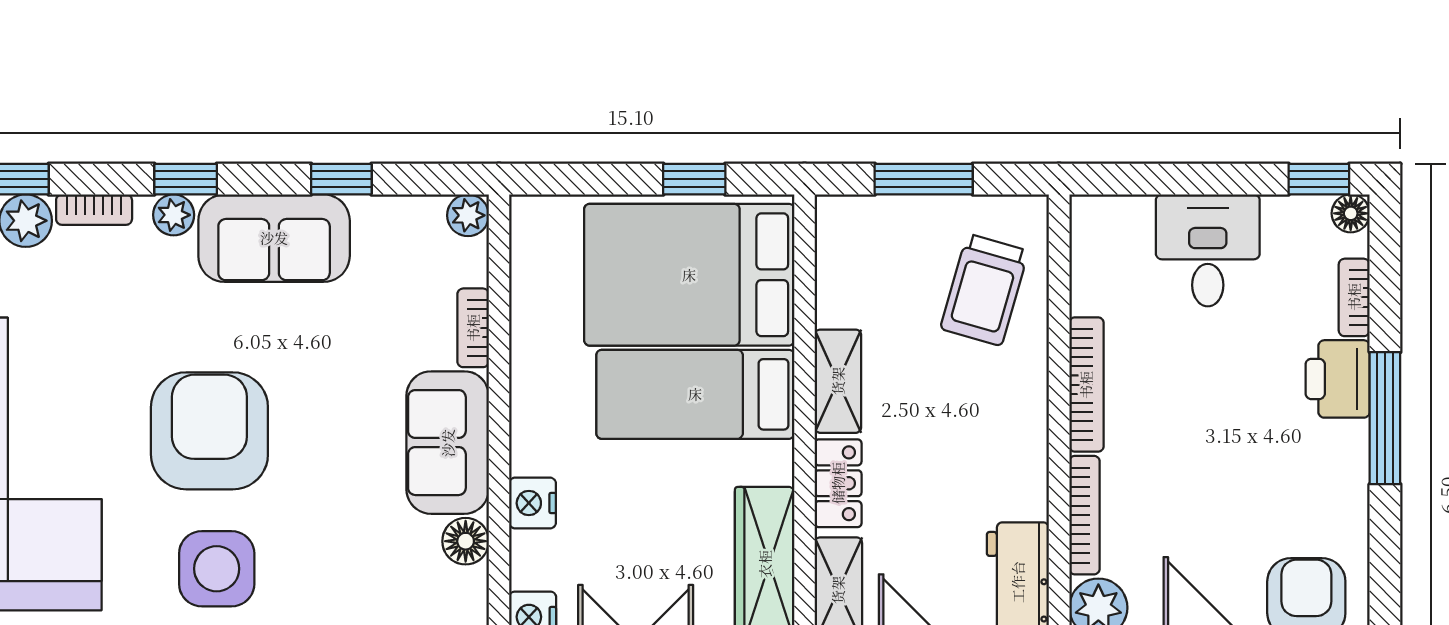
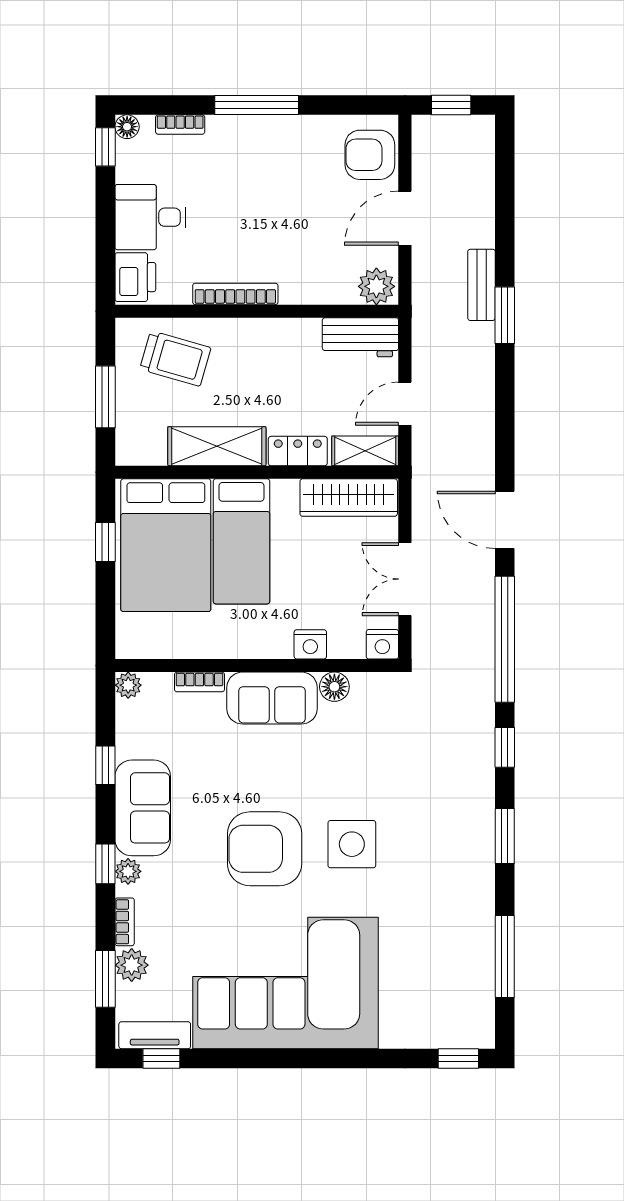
printer: (1338, 379) -> (135, 277), moved, turned -90
shelving: (838, 381) -> (217, 446), width x1.50, depth x1.33
bookcase: (1084, 515) -> (318, 295), removed

